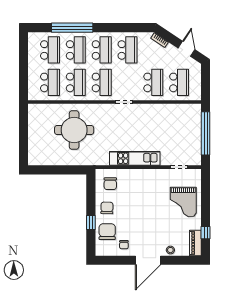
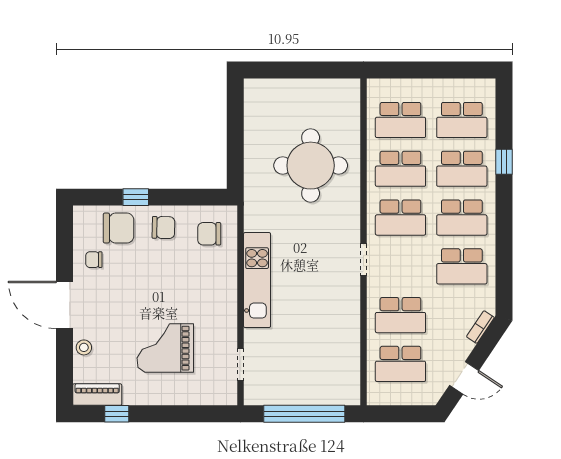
window: (72, 28) -> (504, 162), width x0.32
grand piano: (183, 202) -> (165, 348), moved

